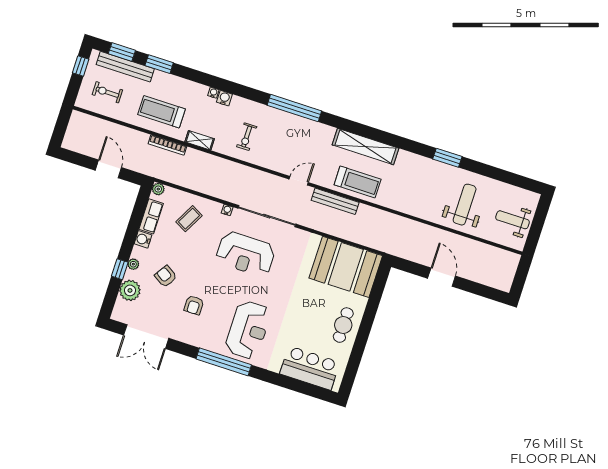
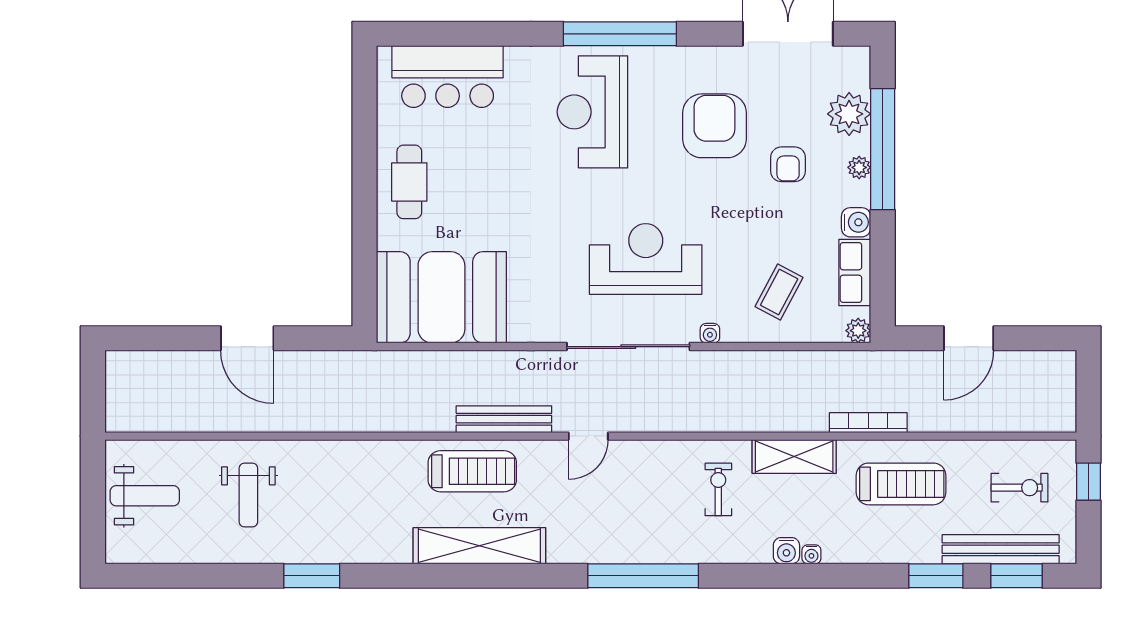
window: (81, 66) -> (1088, 482), moved
shelving: (200, 140) -> (794, 457), width x1.50, depth x1.33
door: (108, 169) -> (969, 338), hinge flipped
treadmill: (358, 182) -> (472, 471), turned 180
weight bench: (465, 205) -> (248, 495), width x0.73, depth x0.75
window: (120, 269) -> (883, 149), width x3.17
armchair: (166, 276) -> (788, 164), turned 57
armchair: (194, 305) -> (714, 126), width x1.88, depth x1.88

